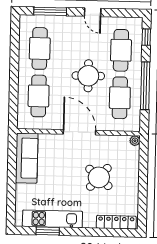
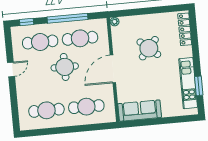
window: (50, 11) -> (14, 105), removed

